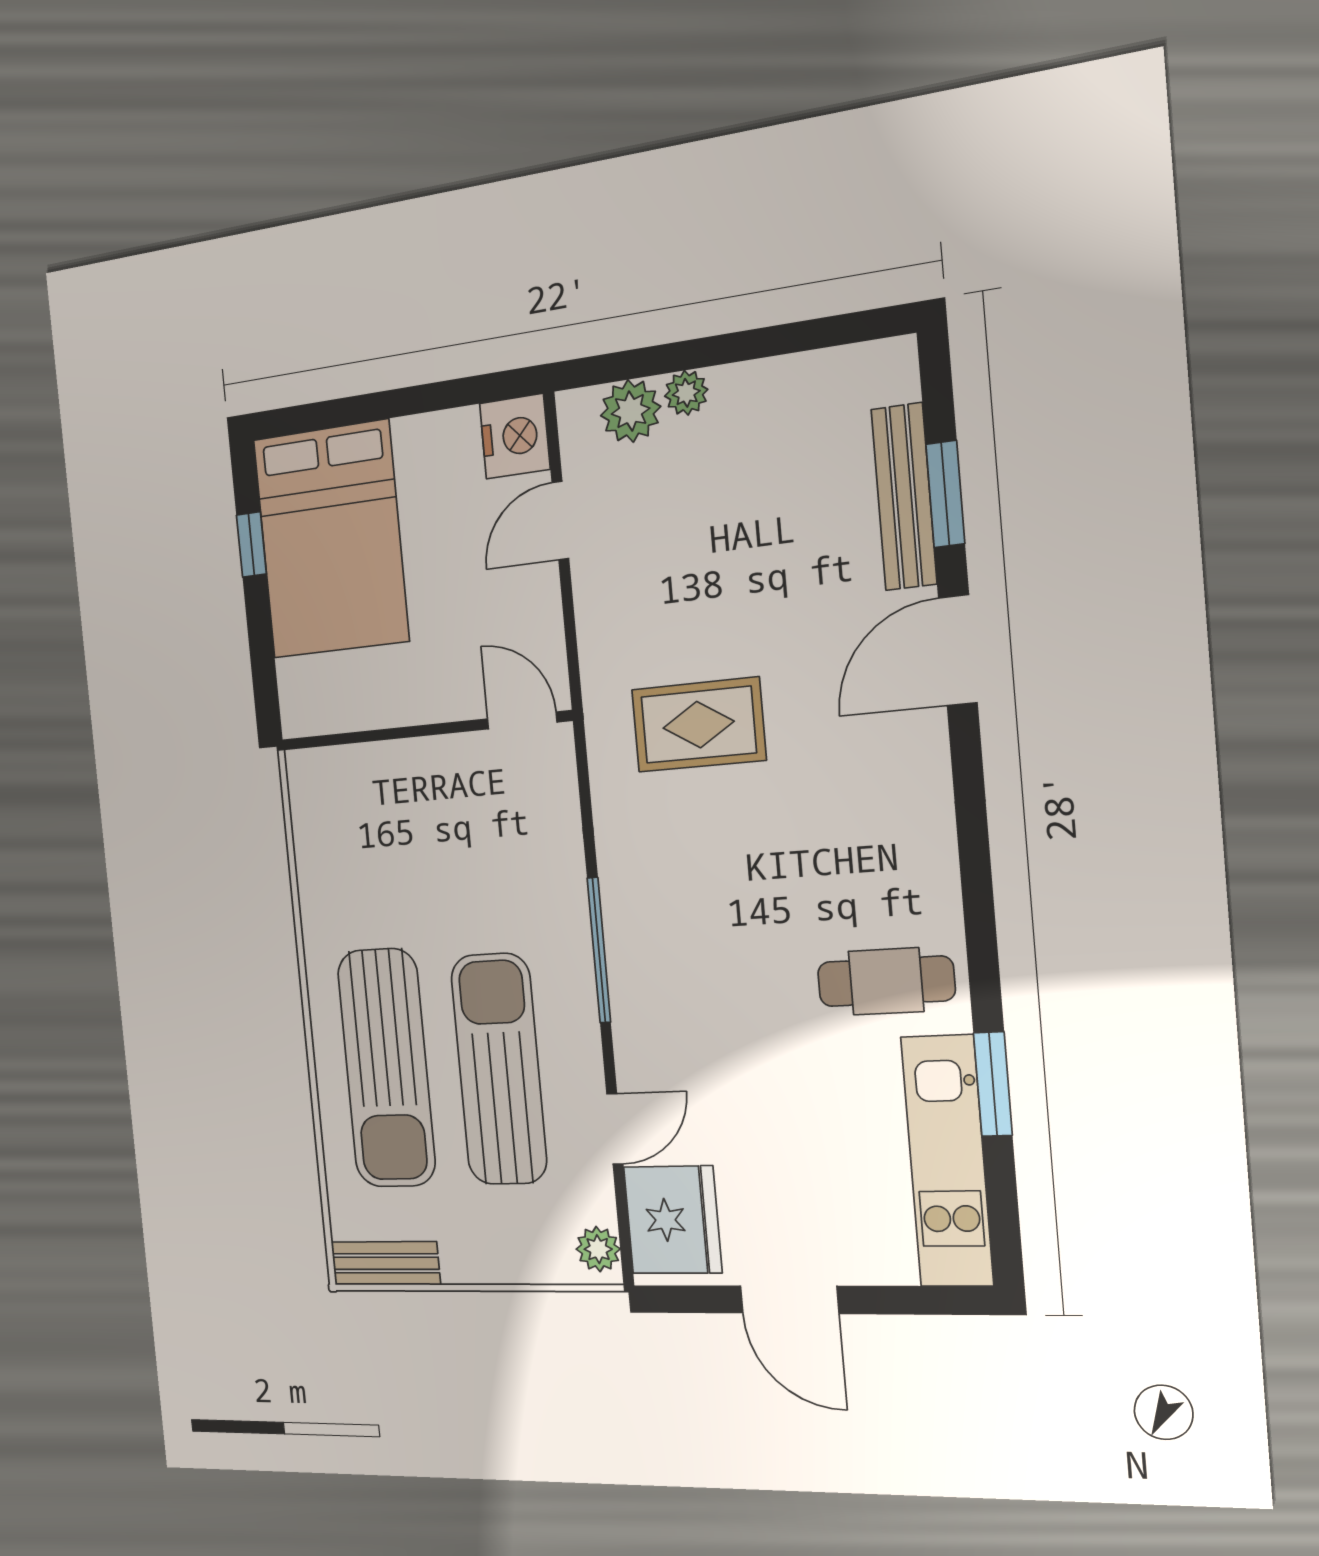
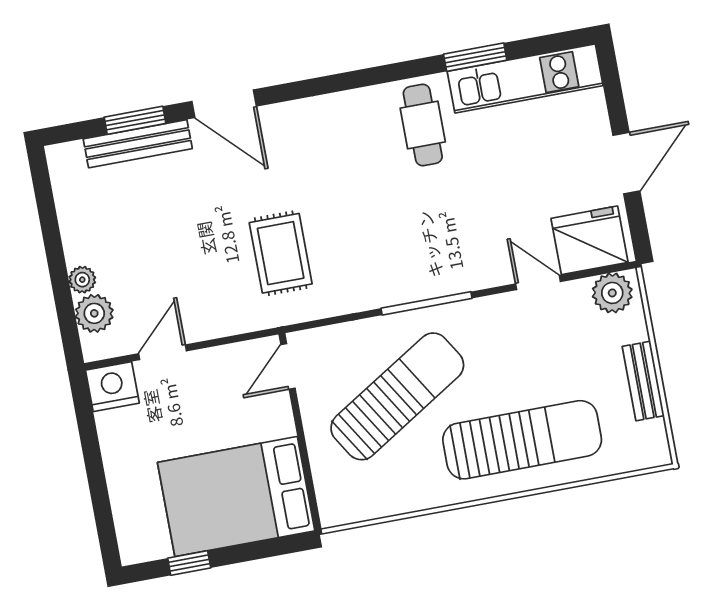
door: (560, 521) -> (162, 352), swing flipped
bed: (331, 540) -> (236, 497), moved, turned 180
sun lounger: (499, 1069) -> (397, 396), moved, turned 148
plant: (598, 1249) -> (612, 293), width x1.38, depth x1.38
bench: (385, 1263) -> (643, 381), moved

